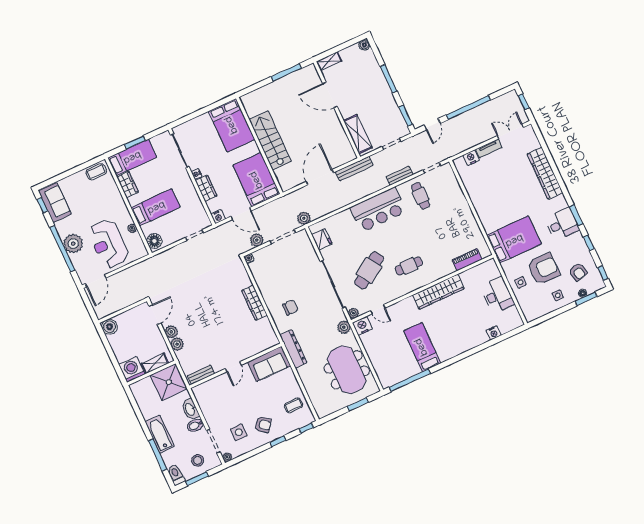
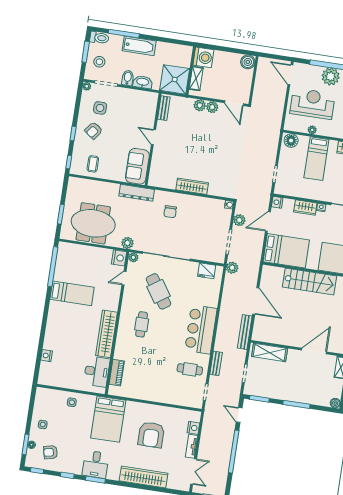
armchair: (543, 269) -> (151, 435), moved
desk: (497, 295) -> (97, 371), moved, turned -90

